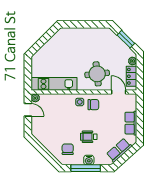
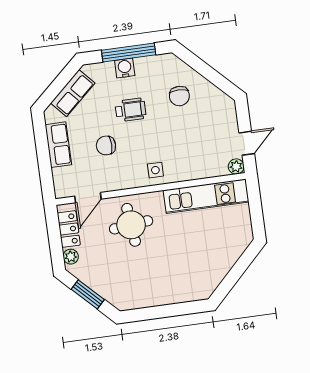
door: (119, 92) -> (88, 198), hinge flipped
chair: (93, 105) -> (106, 145), moved
door: (28, 110) -> (247, 143), swing flipped
chair: (68, 149) -> (179, 96), moved

